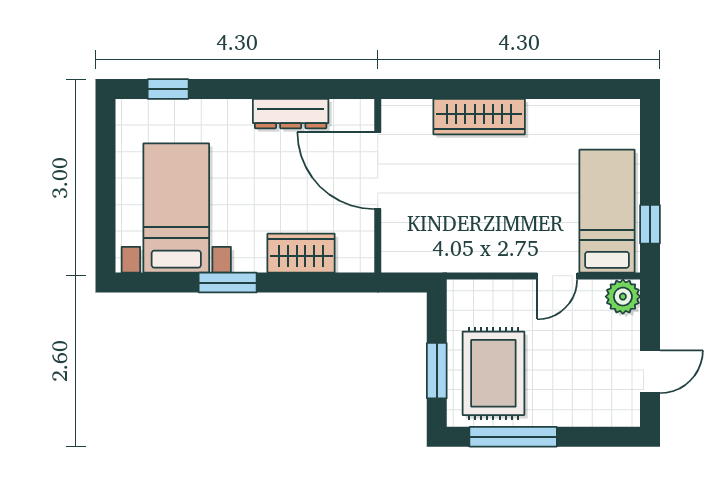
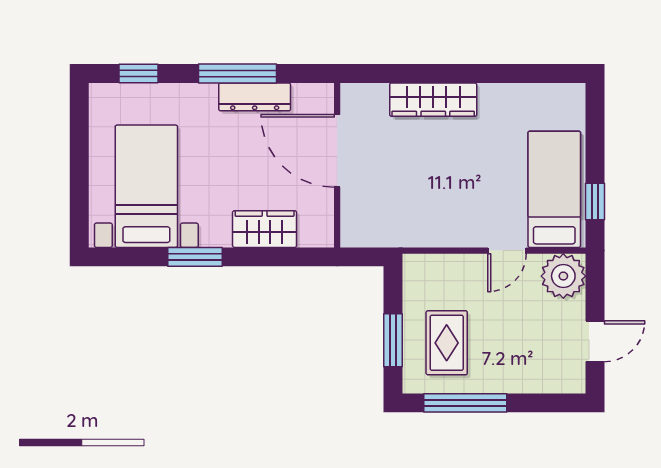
window: (272, 89) -> (237, 74), added
plant: (623, 297) -> (563, 276), width x1.36, depth x1.36
rug: (493, 373) -> (447, 343), width x0.73, depth x0.70

